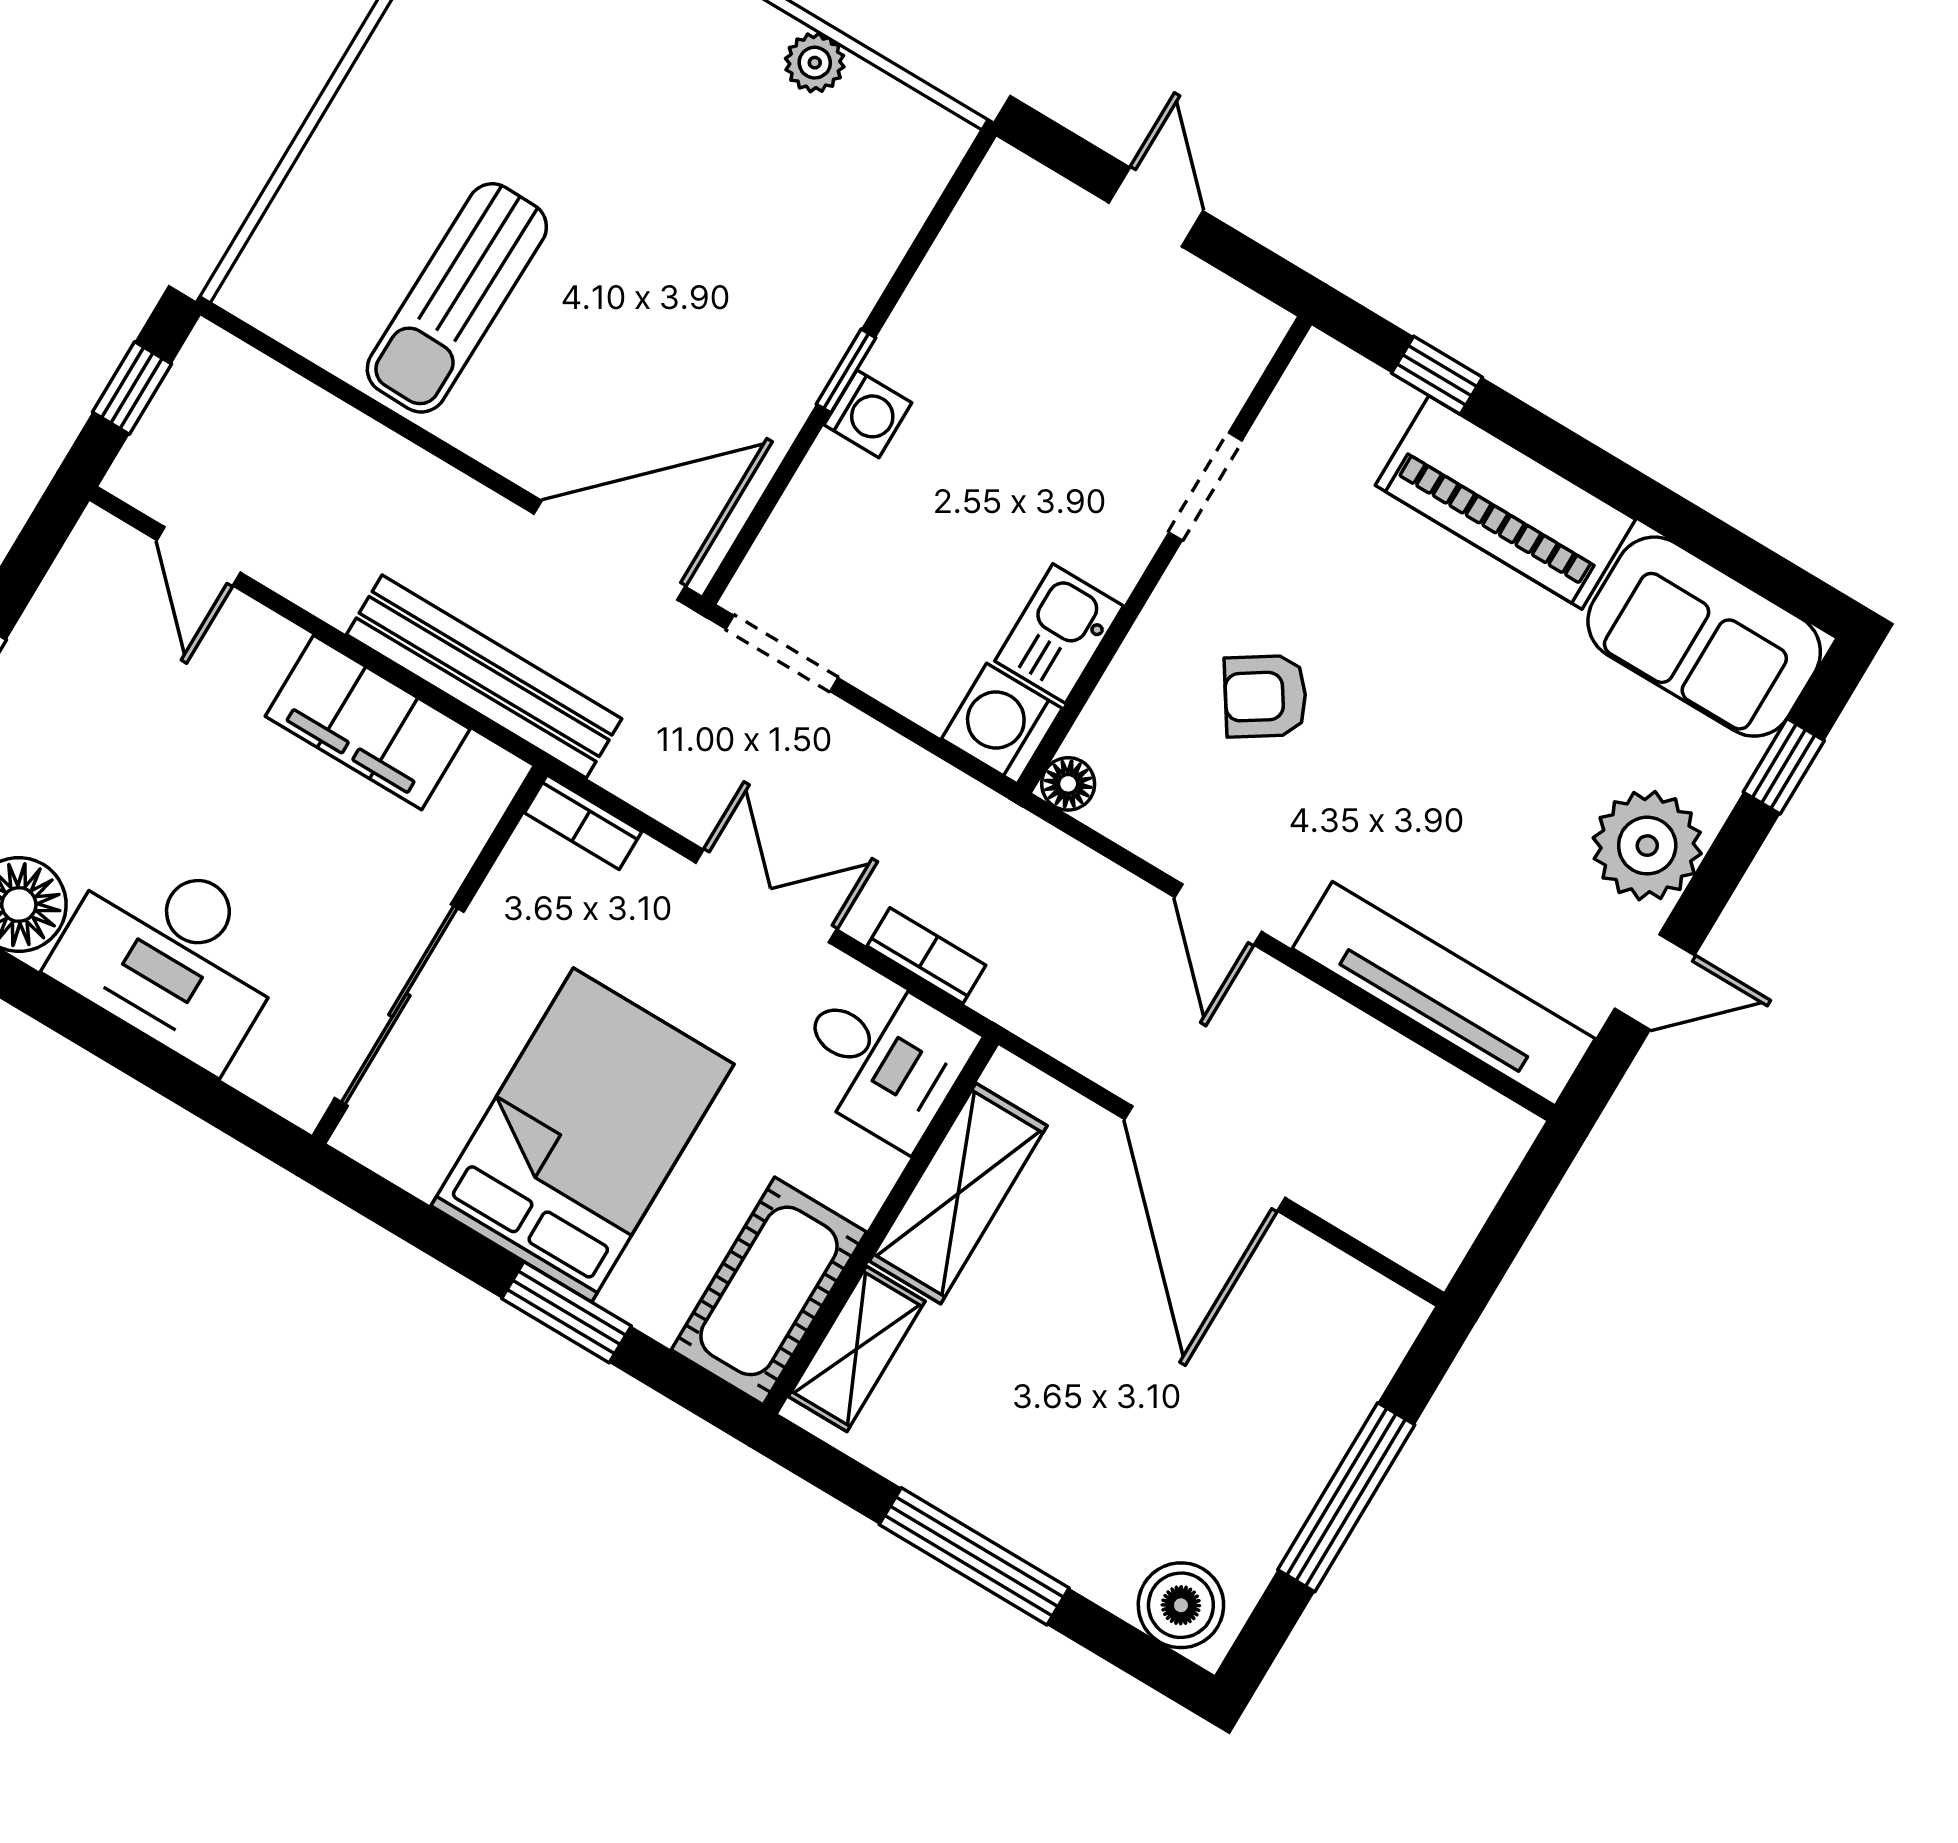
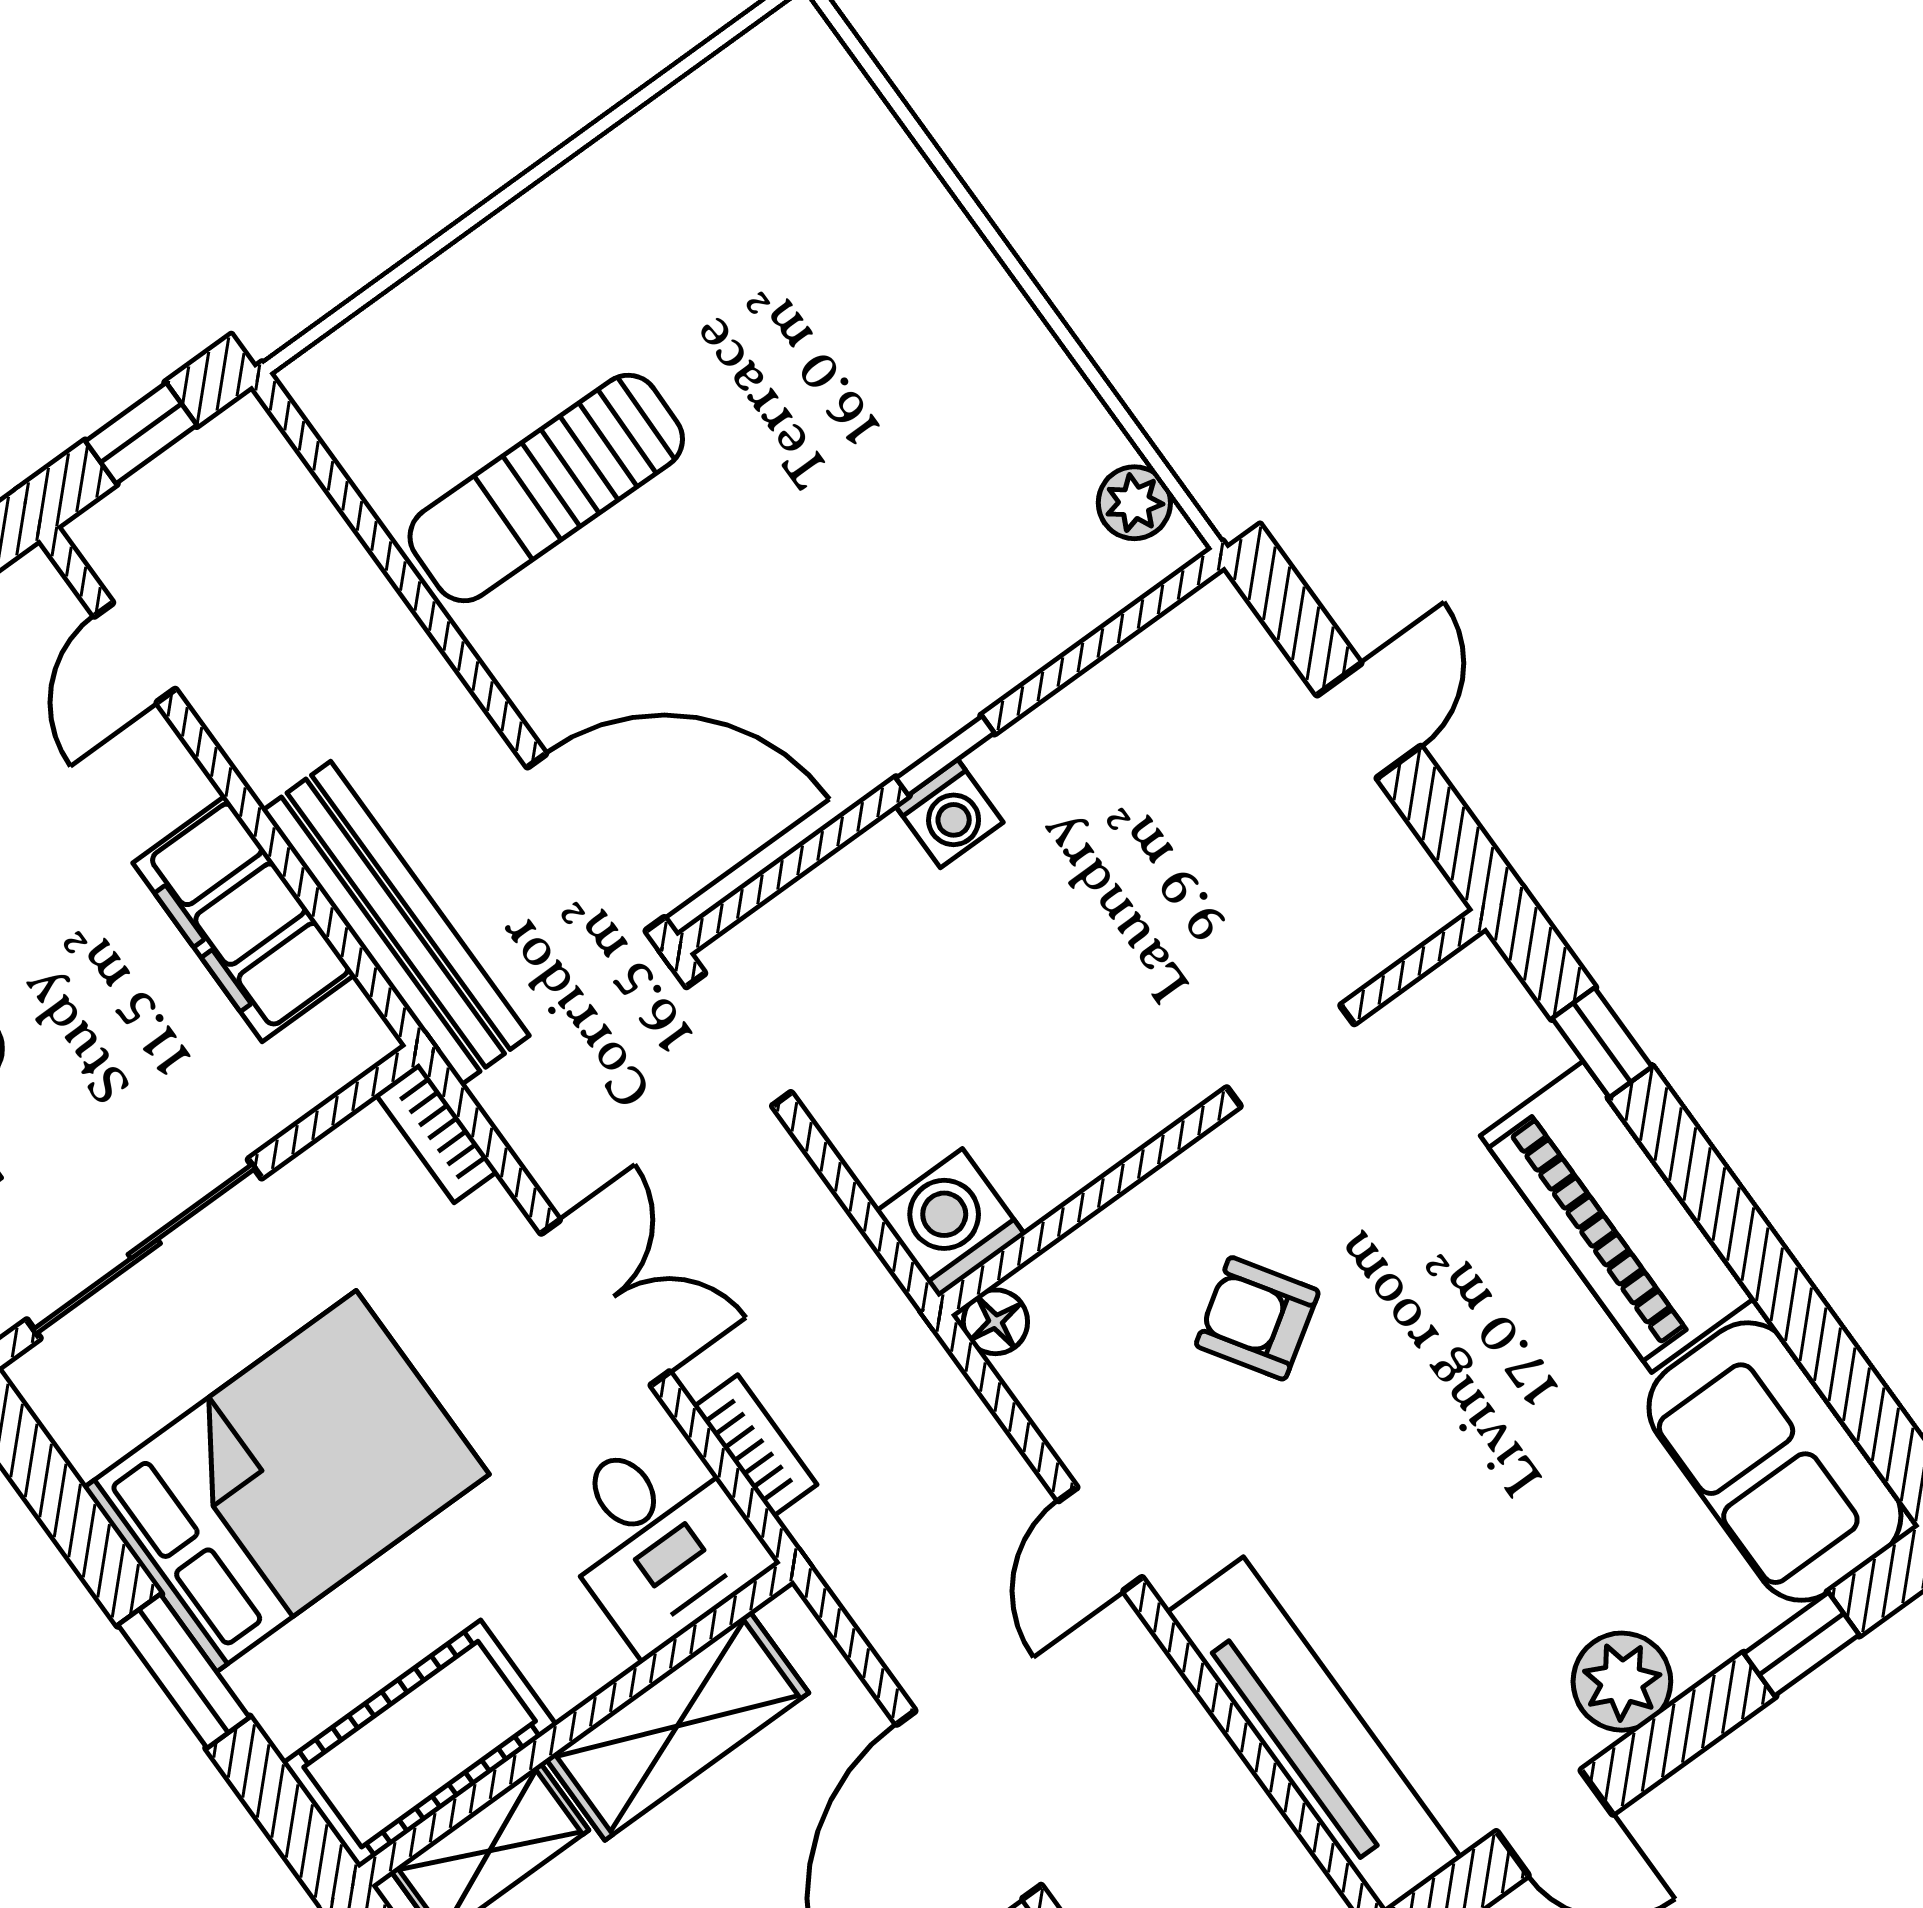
plant: (815, 63) -> (1134, 503), moved
kitchen sink: (1059, 634) -> (1057, 1150), removed
plant: (1647, 846) -> (1622, 1682), width x0.73, depth x0.73

